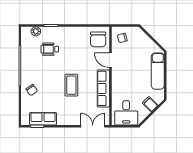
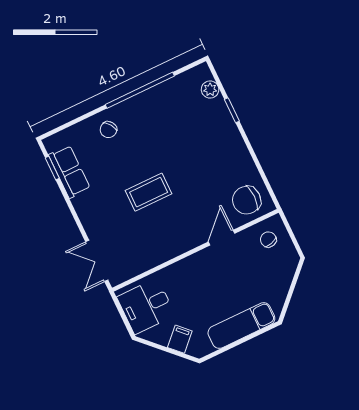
wheelchair: (50, 49) -> (191, 127), removed
row of seats: (103, 88) -> (169, 248), removed
double door: (93, 126) -> (97, 261), swing flipped

